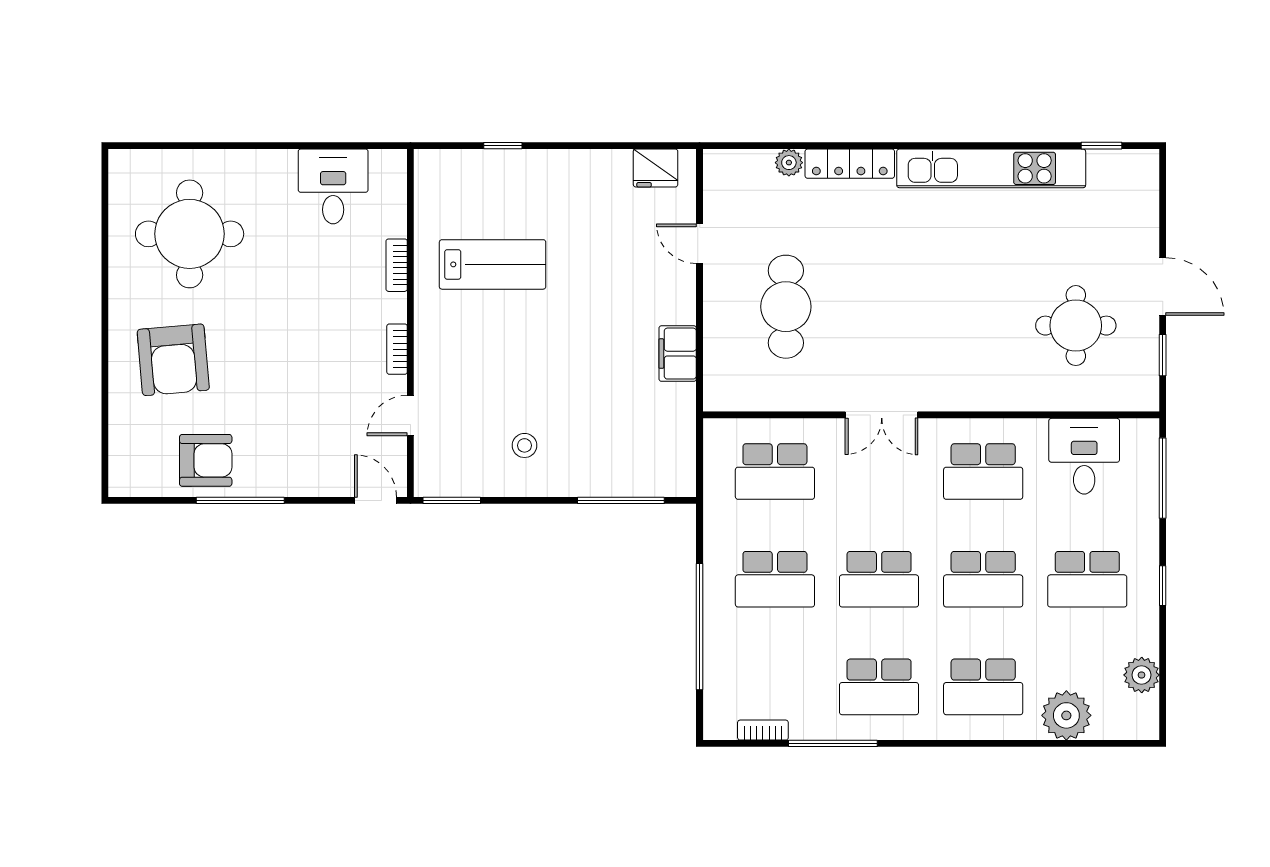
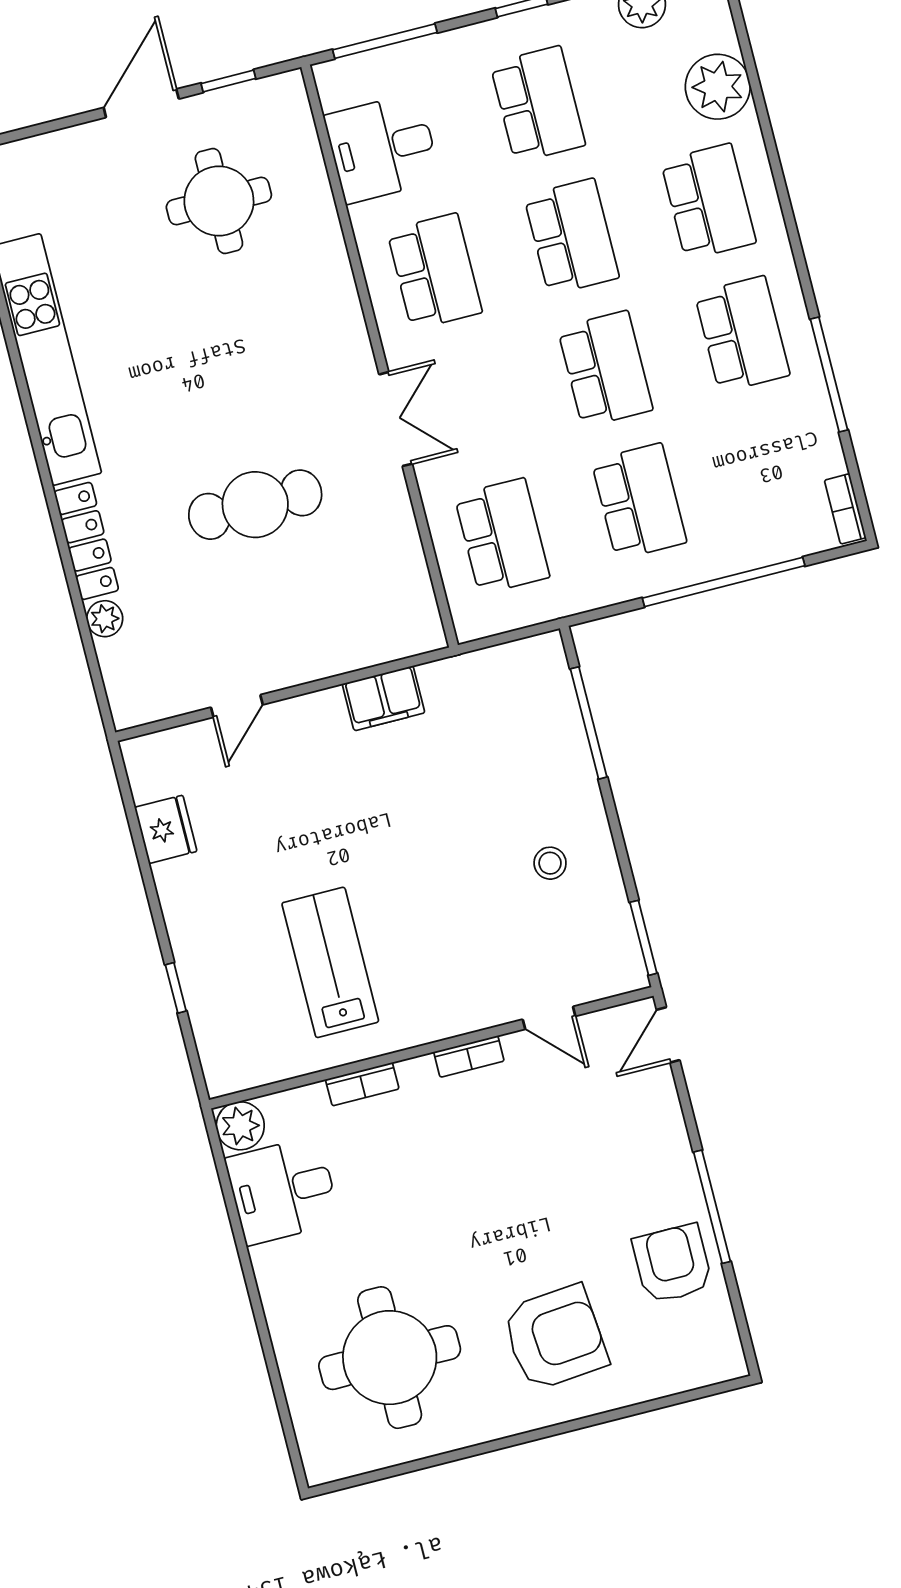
plant: (389, 167) -> (240, 1126), added
fridge: (656, 168) -> (166, 829), moved
cafe table: (786, 307) -> (255, 505), moved
bookcase: (763, 730) -> (845, 509), moved

